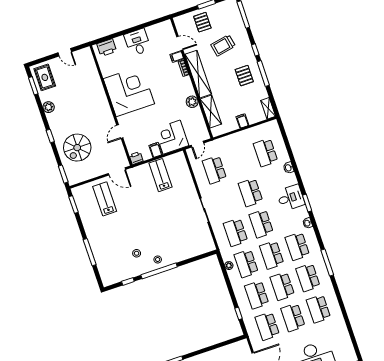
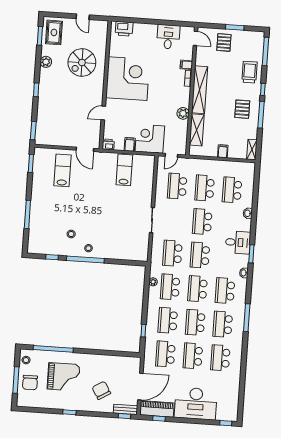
desk: (137, 42) -> (168, 37), moved
door: (180, 43) -> (195, 38), moved
trolley: (223, 45) -> (250, 72), moved, turned 101
spiral stairs: (77, 148) -> (82, 63), moved
school desk: (240, 161) -> (205, 188), added

